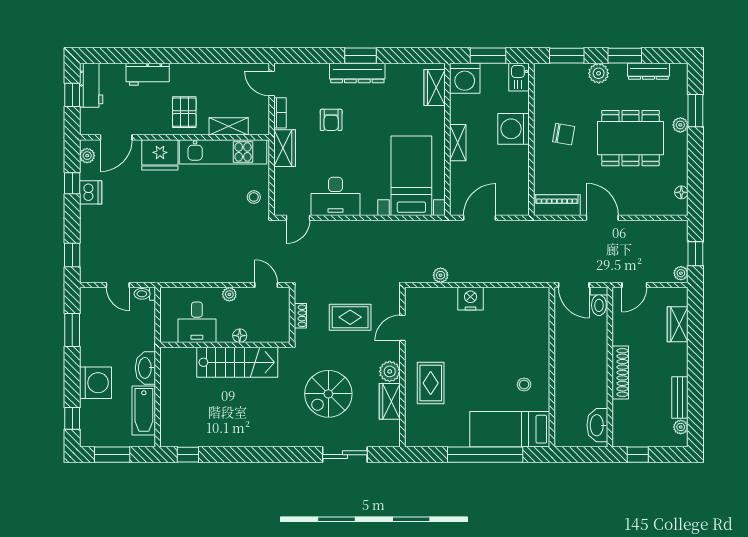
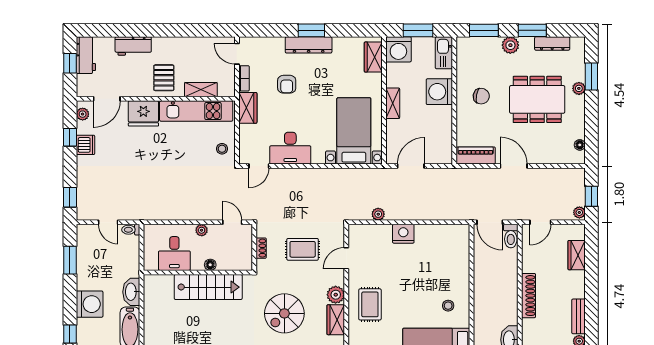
kitchen sink: (519, 77) -> (444, 53), width x1.38

